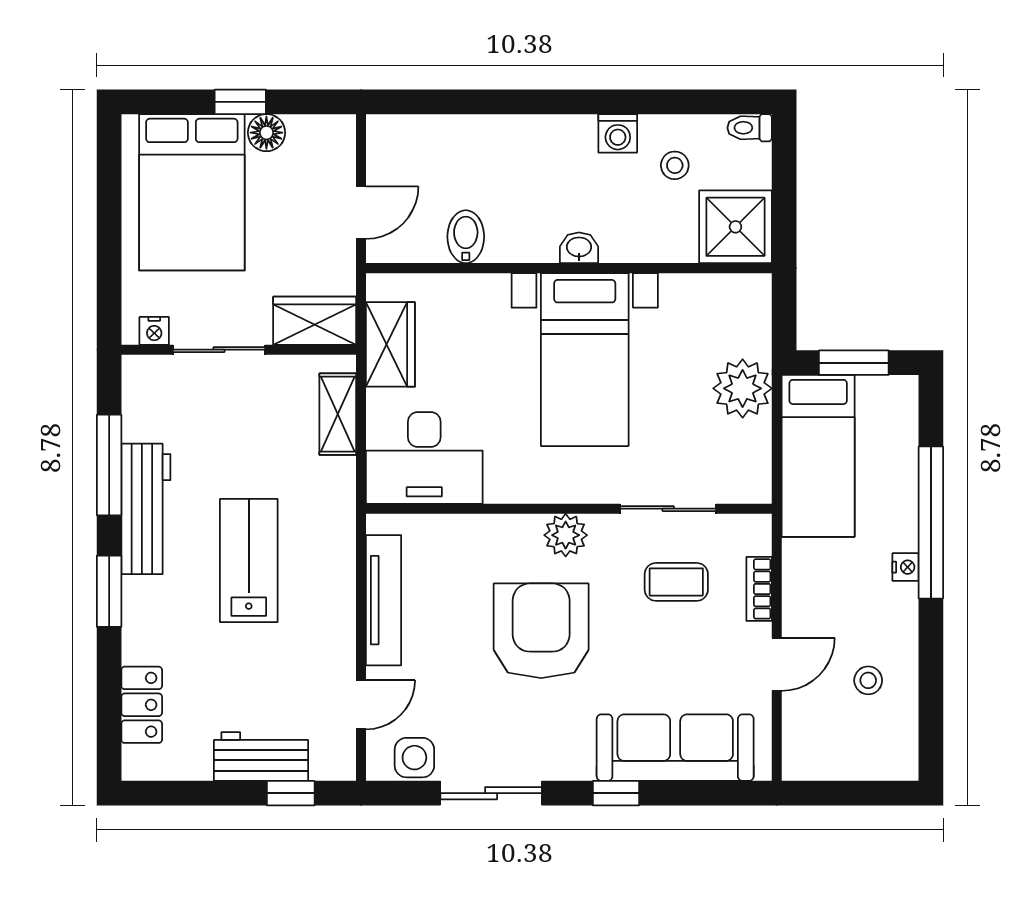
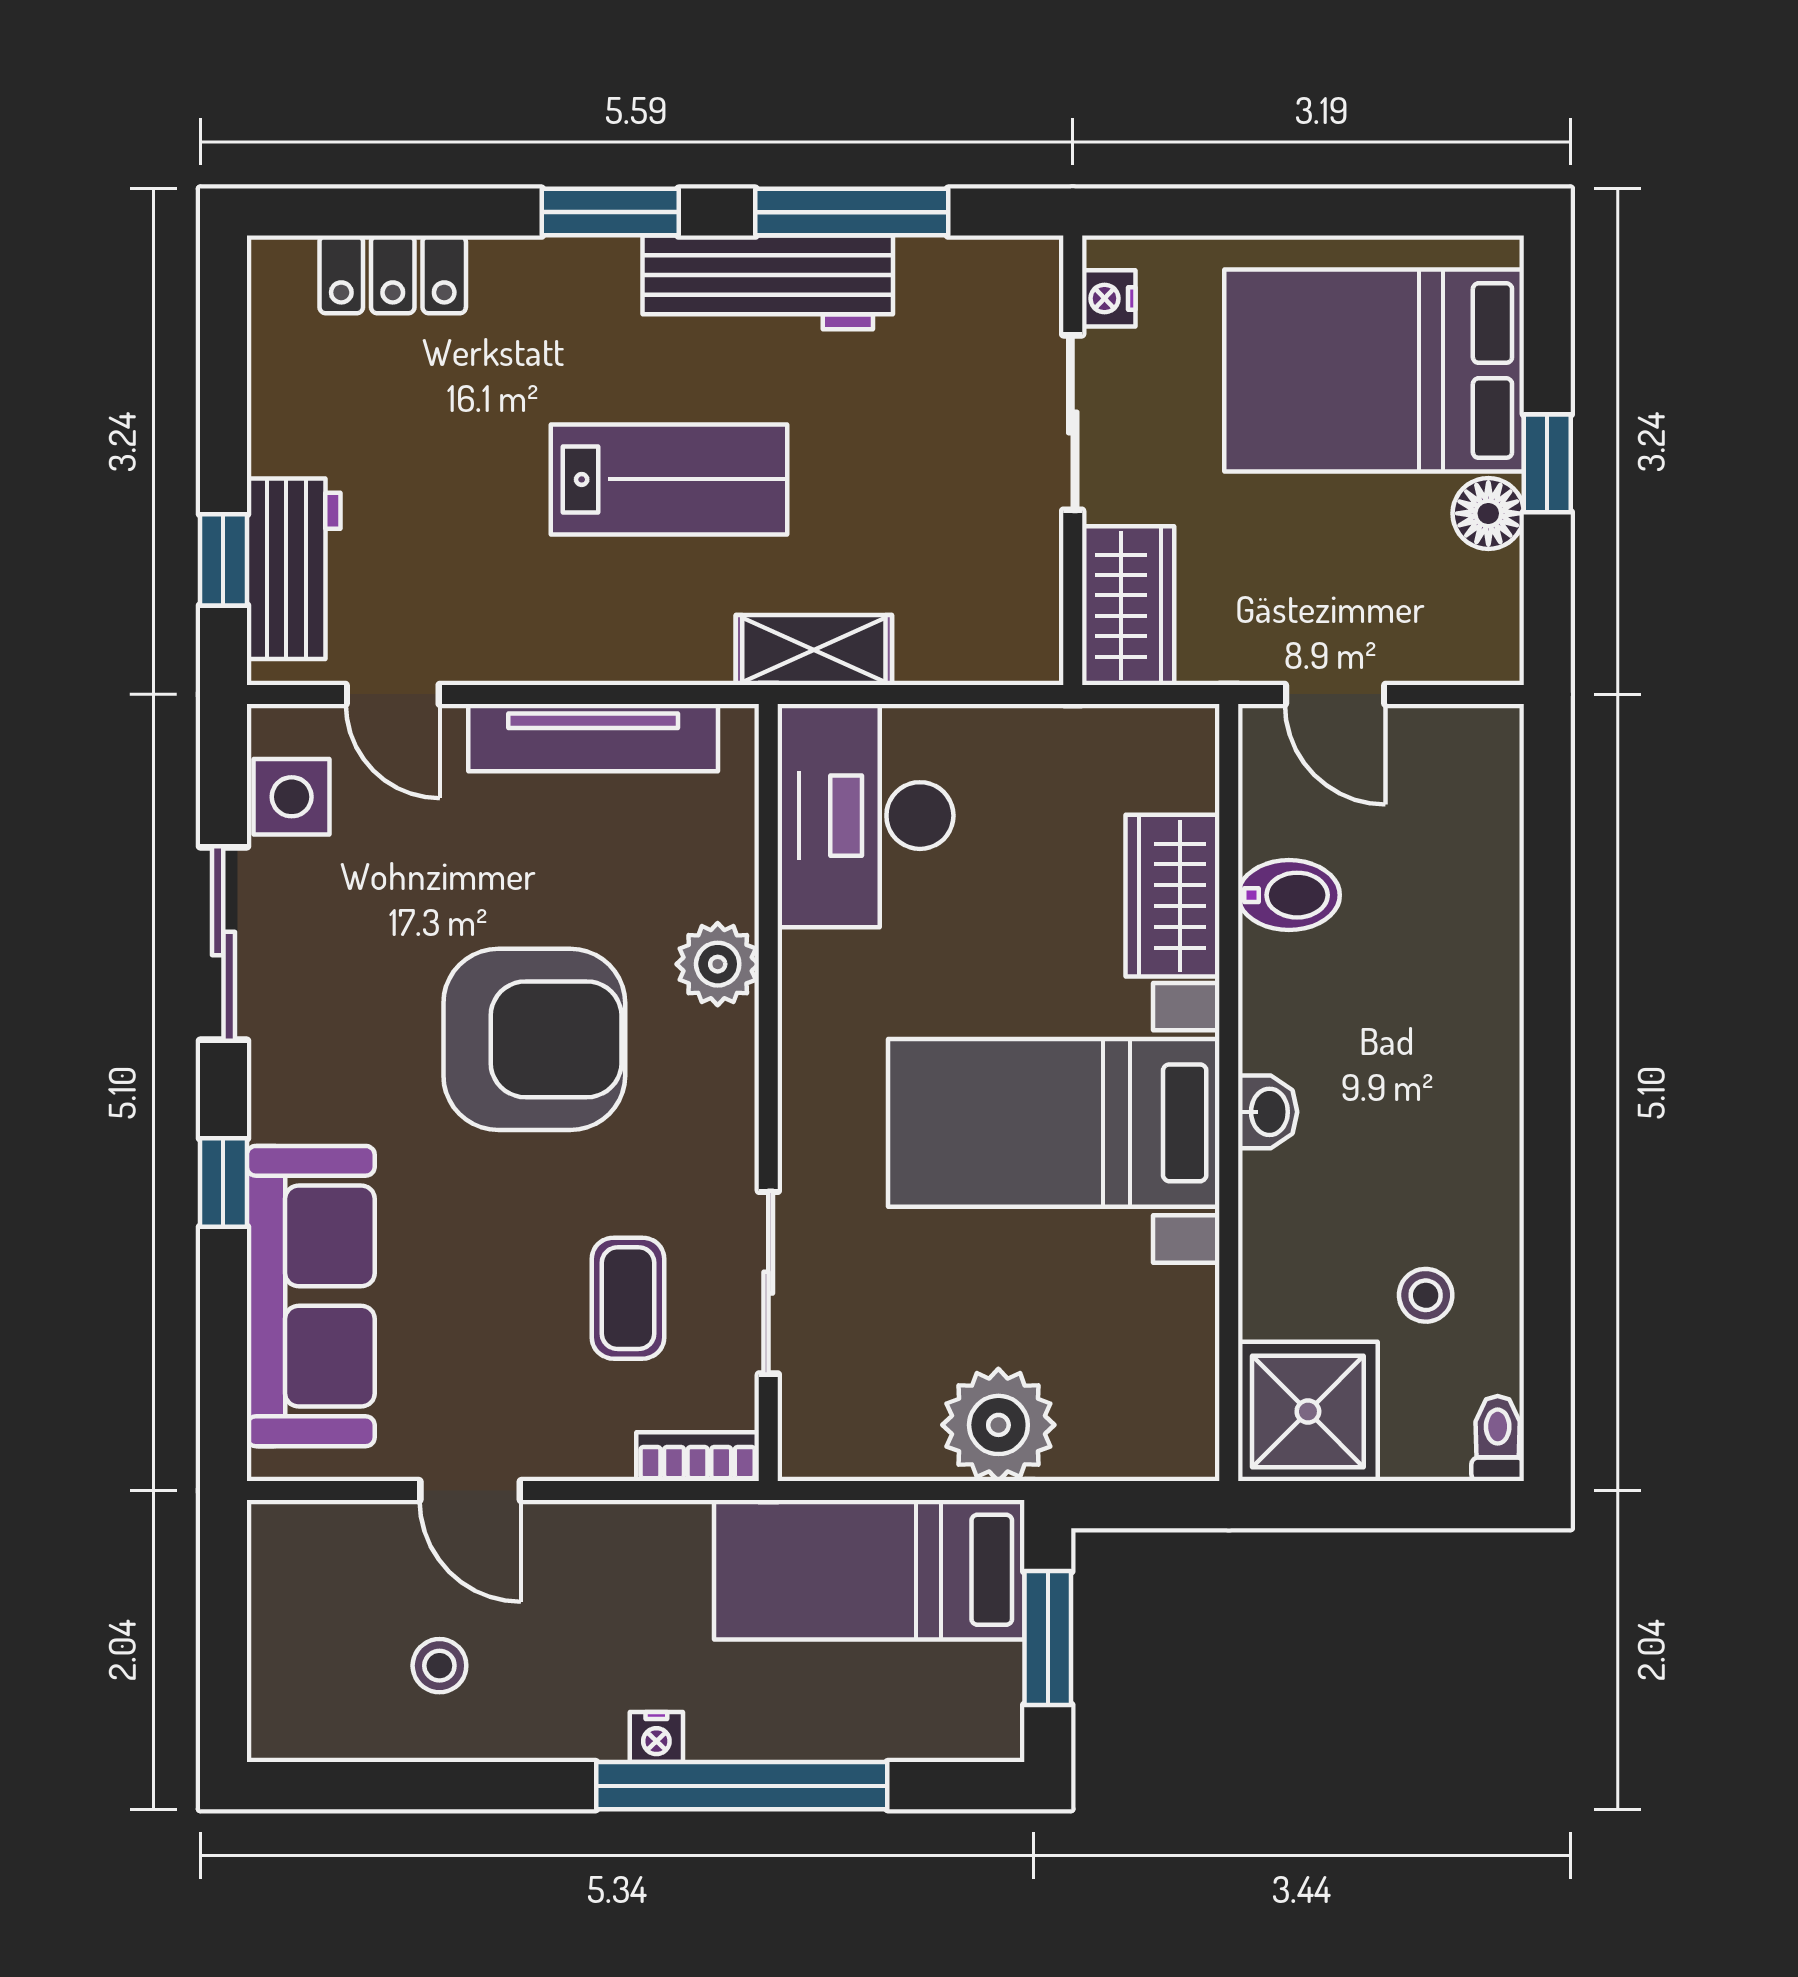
washing machine: (618, 133) -> (1487, 1186), removed
wardrobe: (390, 344) -> (1173, 896), moved, turned 90
shelving: (338, 414) -> (814, 650), moved
plant: (566, 535) -> (718, 964), moved
bookcase: (759, 589) -> (698, 1457), moved
workbench: (261, 757) -> (294, 569), moved

